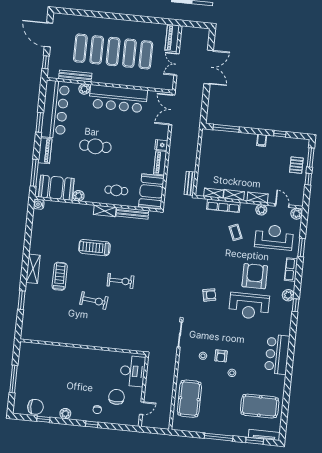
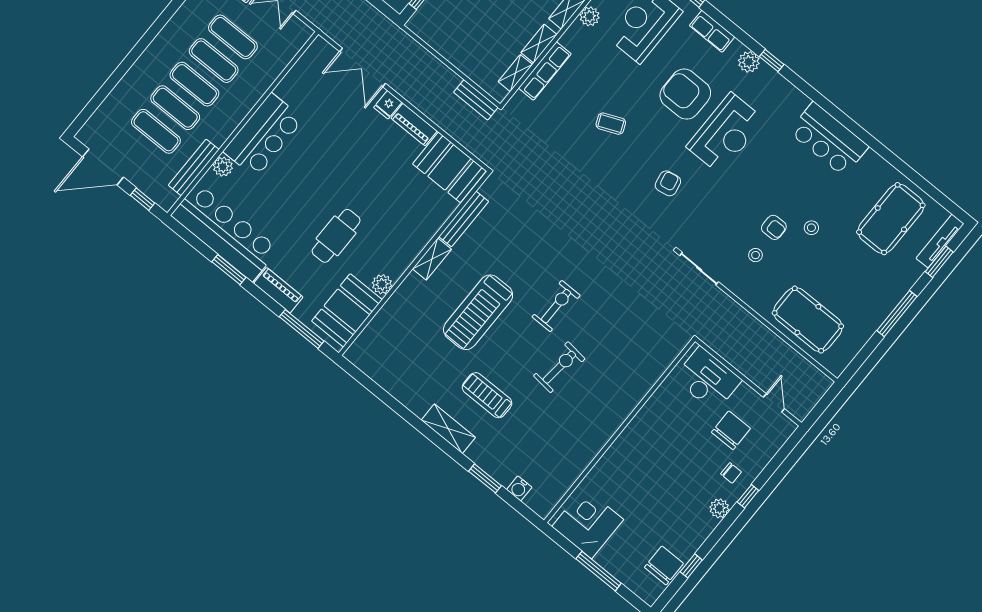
bar counter: (118, 99) -> (263, 135), width x0.73
double door: (172, 110) -> (363, 67), moved
cafe table: (95, 146) -> (336, 236), moved
cafe table: (116, 190) -> (412, 220), removed
water cooler: (39, 204) -> (519, 488), moved
coffee table: (236, 232) -> (611, 124), moved
treadmill: (94, 248) -> (478, 312), width x1.37, depth x1.38
corner desk: (32, 360) -> (588, 523), added
chair: (116, 397) -> (731, 430), turned 90
plant: (65, 414) -> (719, 508), moved

